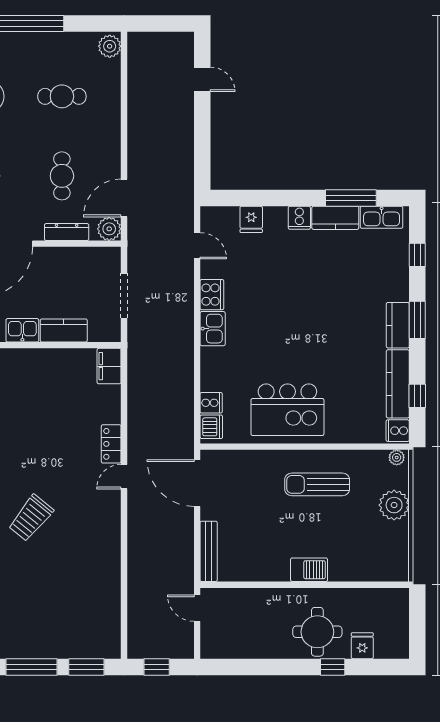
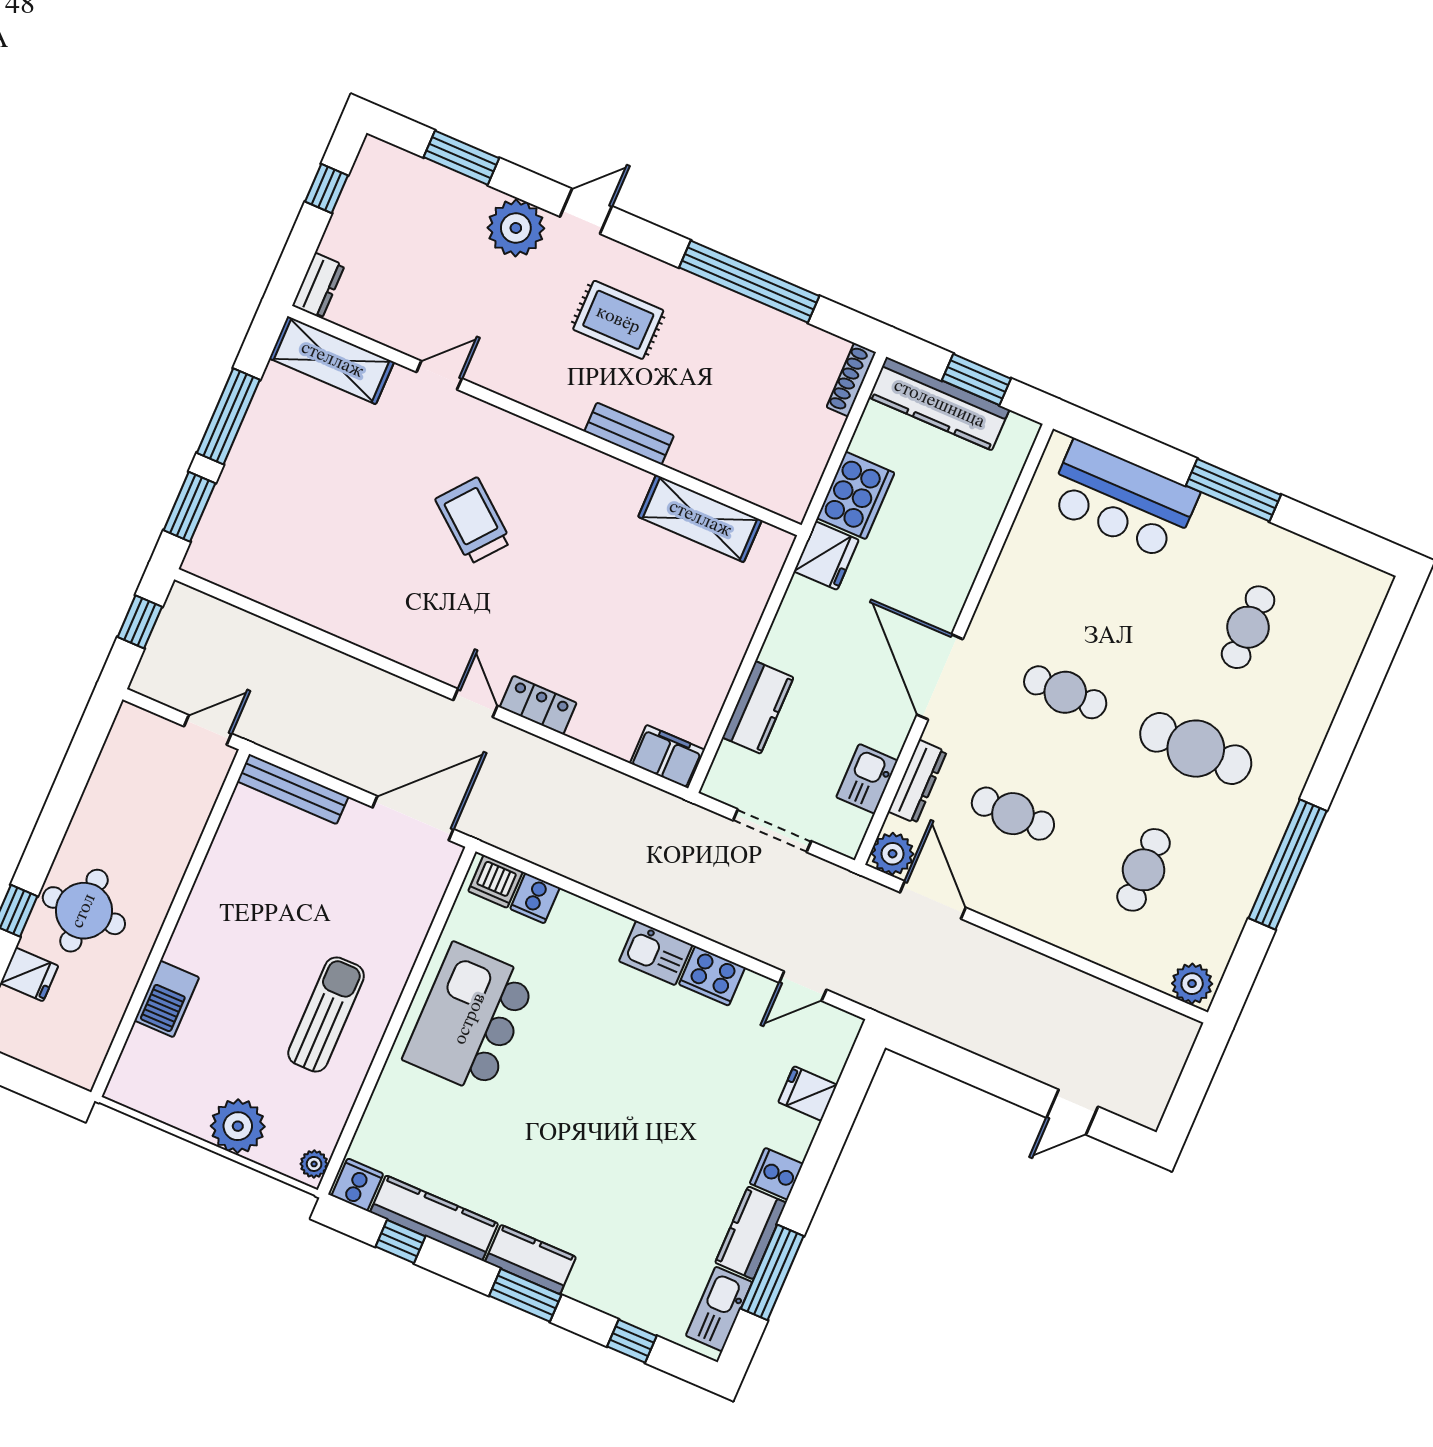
kitchen sink: (22, 330) -> (867, 779), moved, turned 180
barbecue: (309, 570) -> (167, 999), moved

